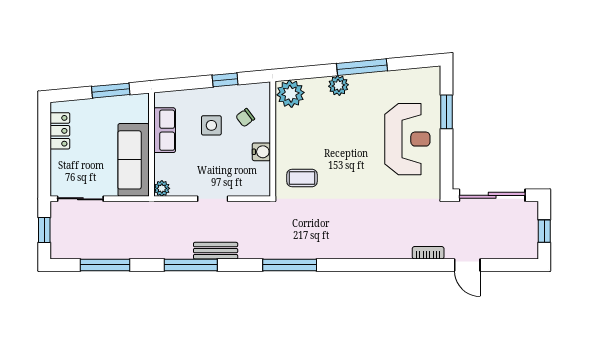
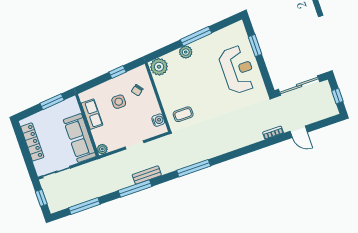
locker: (60, 131) -> (32, 142), width x1.53
water cooler: (261, 152) -> (158, 120), moved

